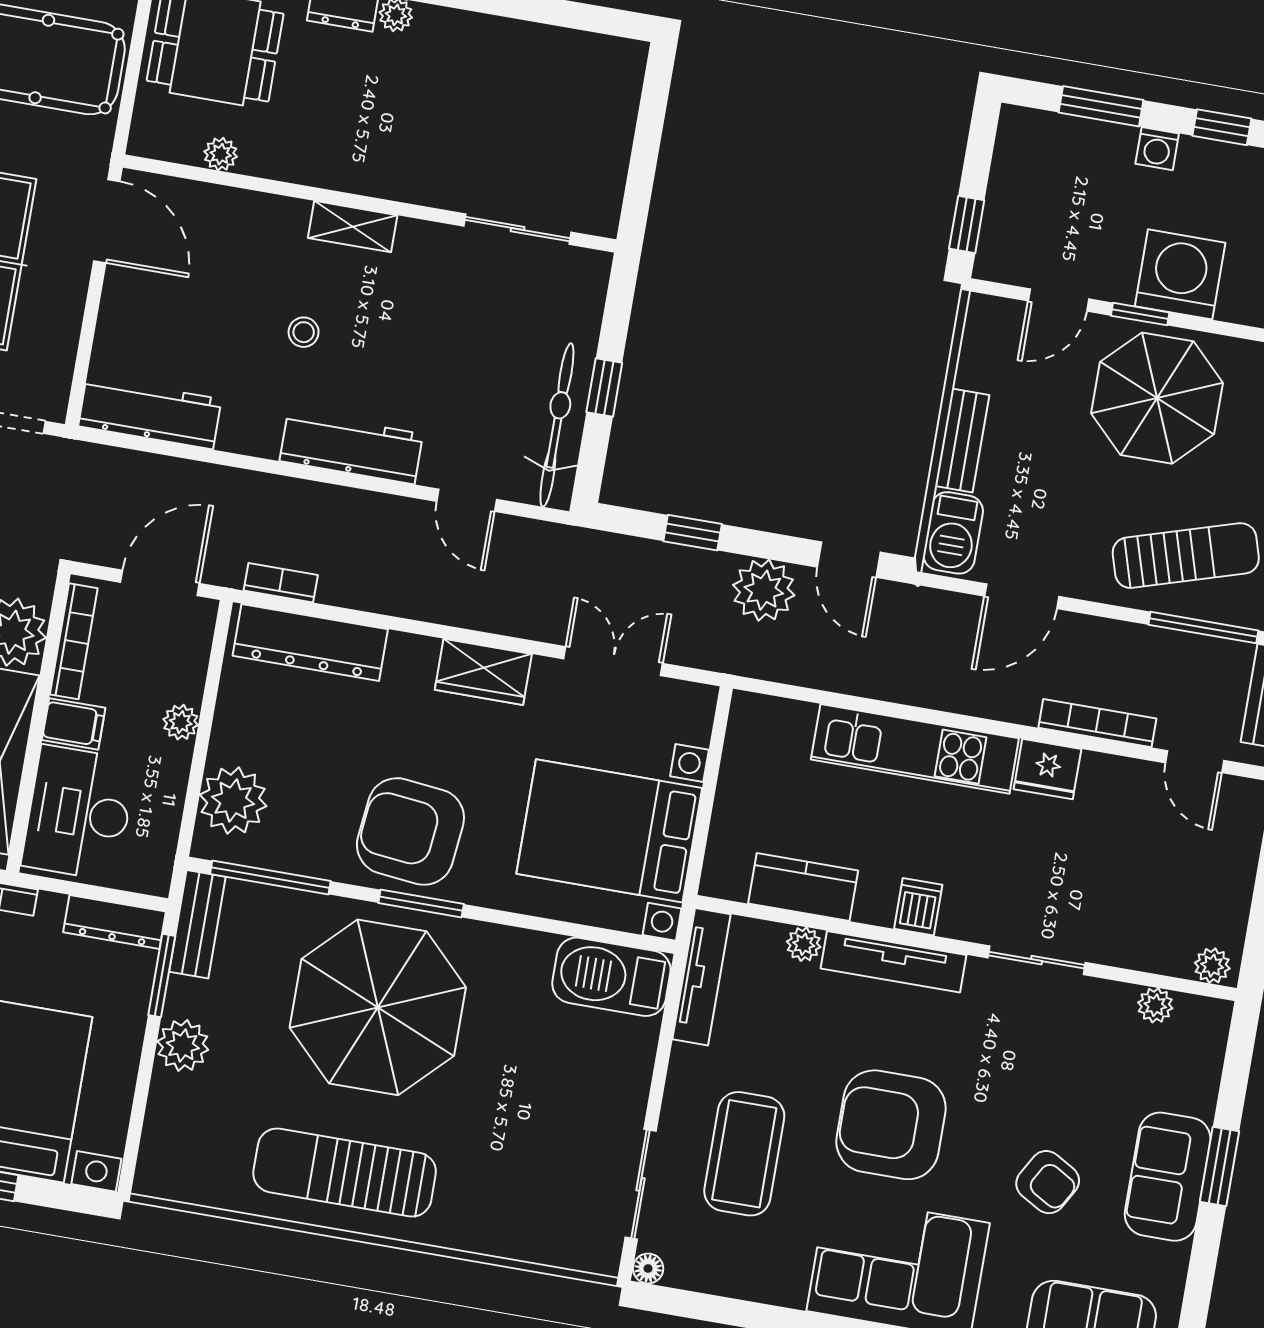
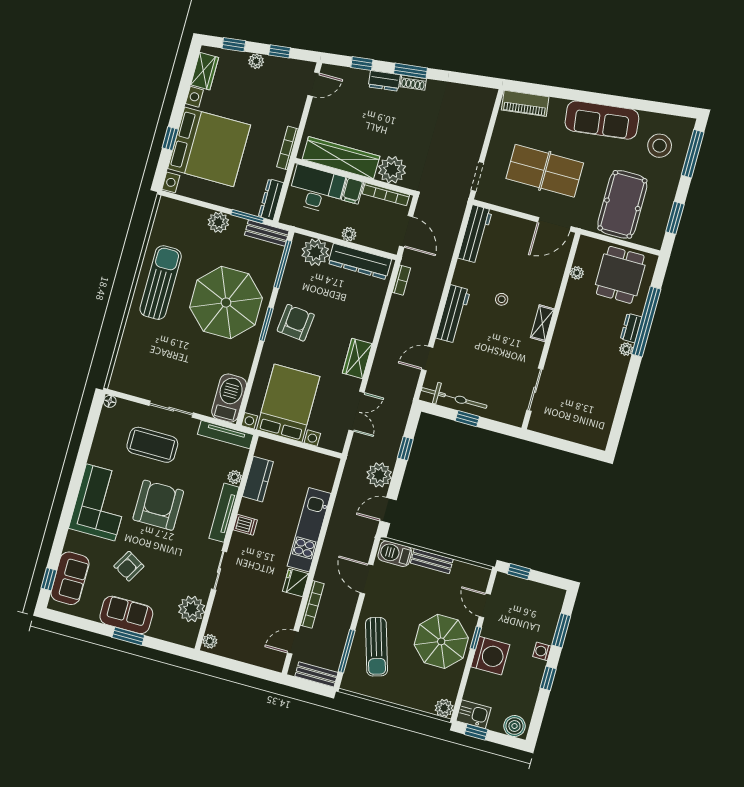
dresser: (310, 642) -> (360, 261), moved, turned -90
armchair: (410, 831) -> (296, 323), width x0.73, depth x0.73
plant: (1155, 1005) -> (192, 609), width x1.87, depth x1.87
sliding door: (641, 1184) -> (171, 409), moved

